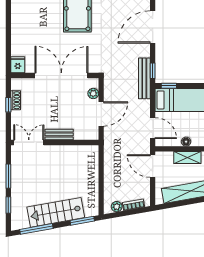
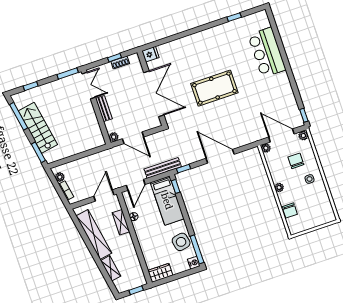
bench: (144, 78) -> (163, 168), moved
plant: (93, 93) -> (114, 137), moved
window: (8, 176) -> (68, 74), moved

